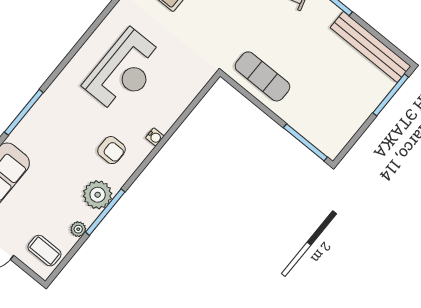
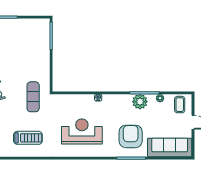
exercise mat: (262, 76) -> (33, 97), moved
armchair: (112, 150) -> (131, 136), moved, width x1.88, depth x1.88

